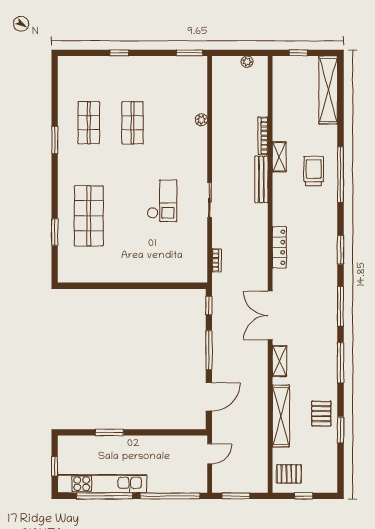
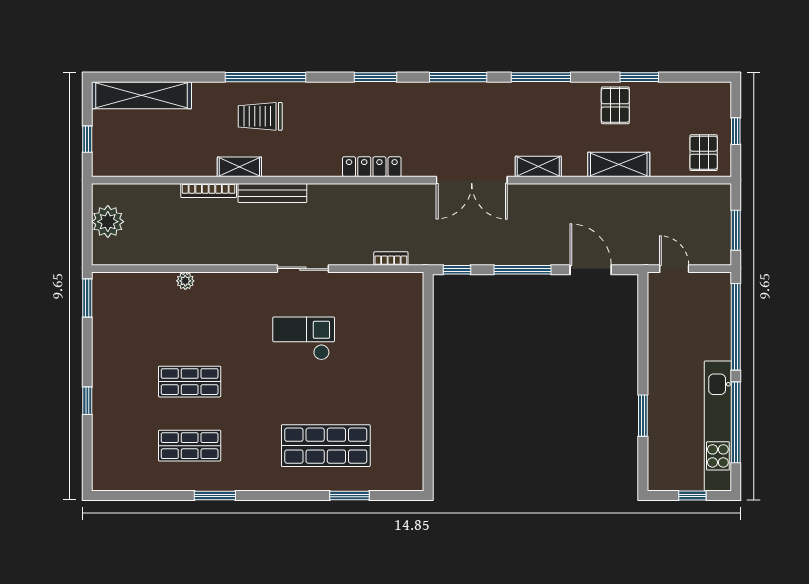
plant: (247, 62) -> (108, 222), width x1.88, depth x1.88
pallet: (321, 414) -> (615, 105), turned 90
shelving: (281, 416) -> (619, 164), width x0.68

